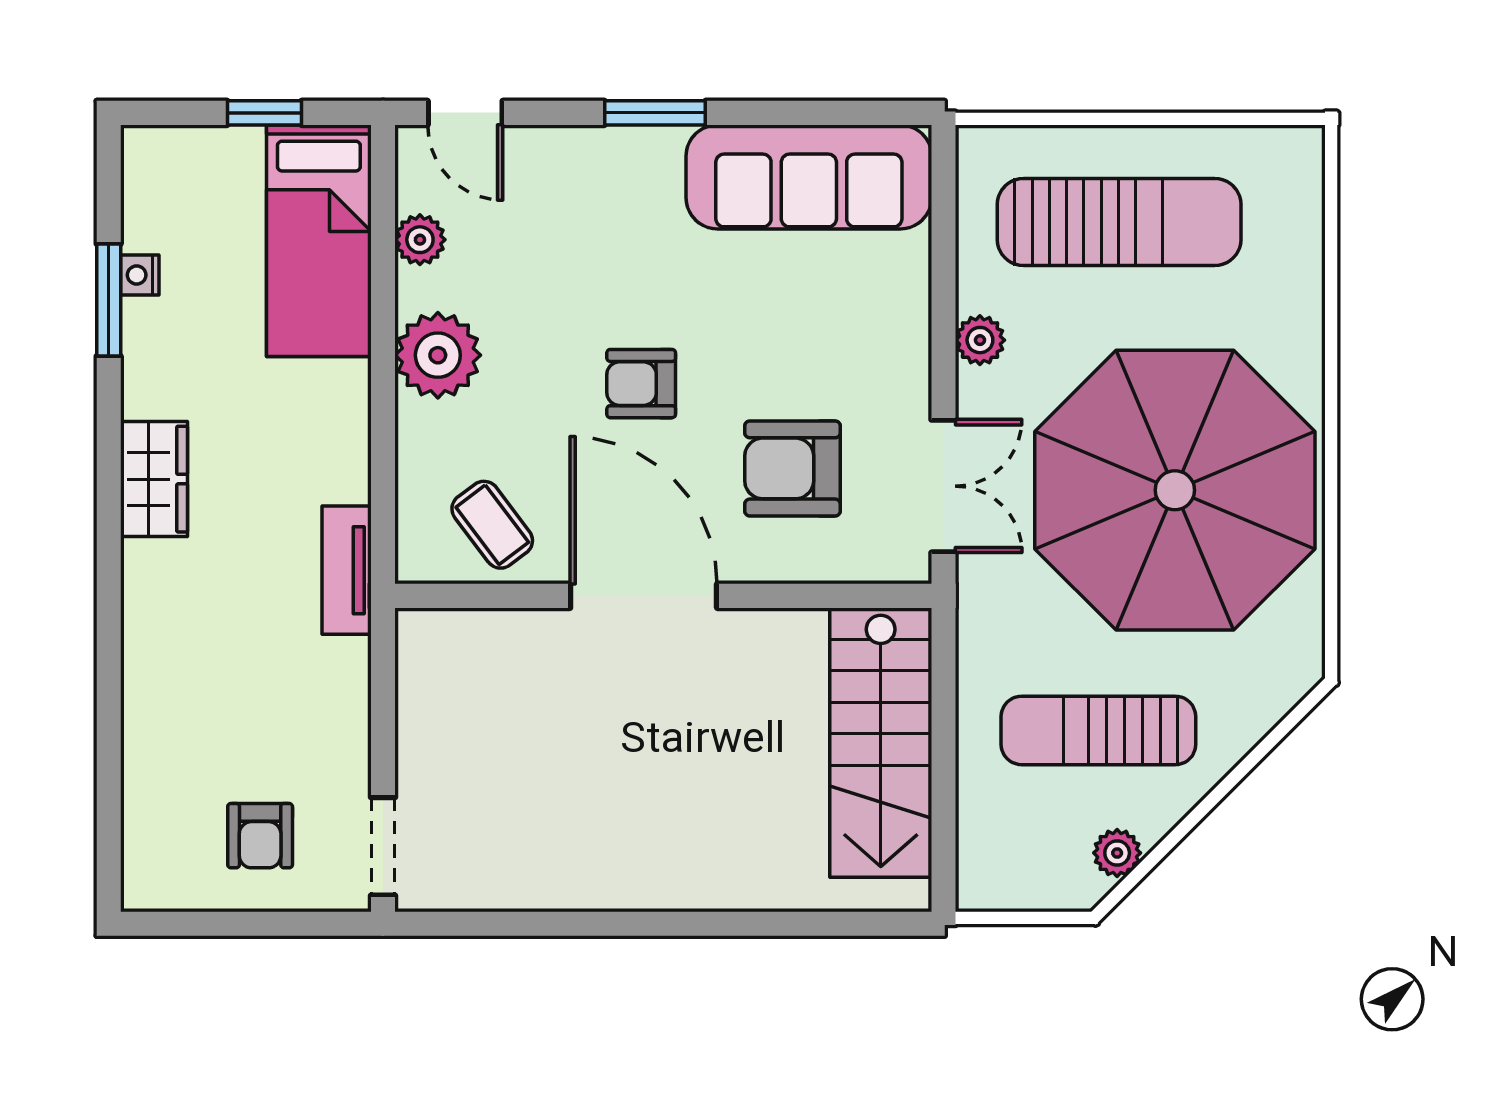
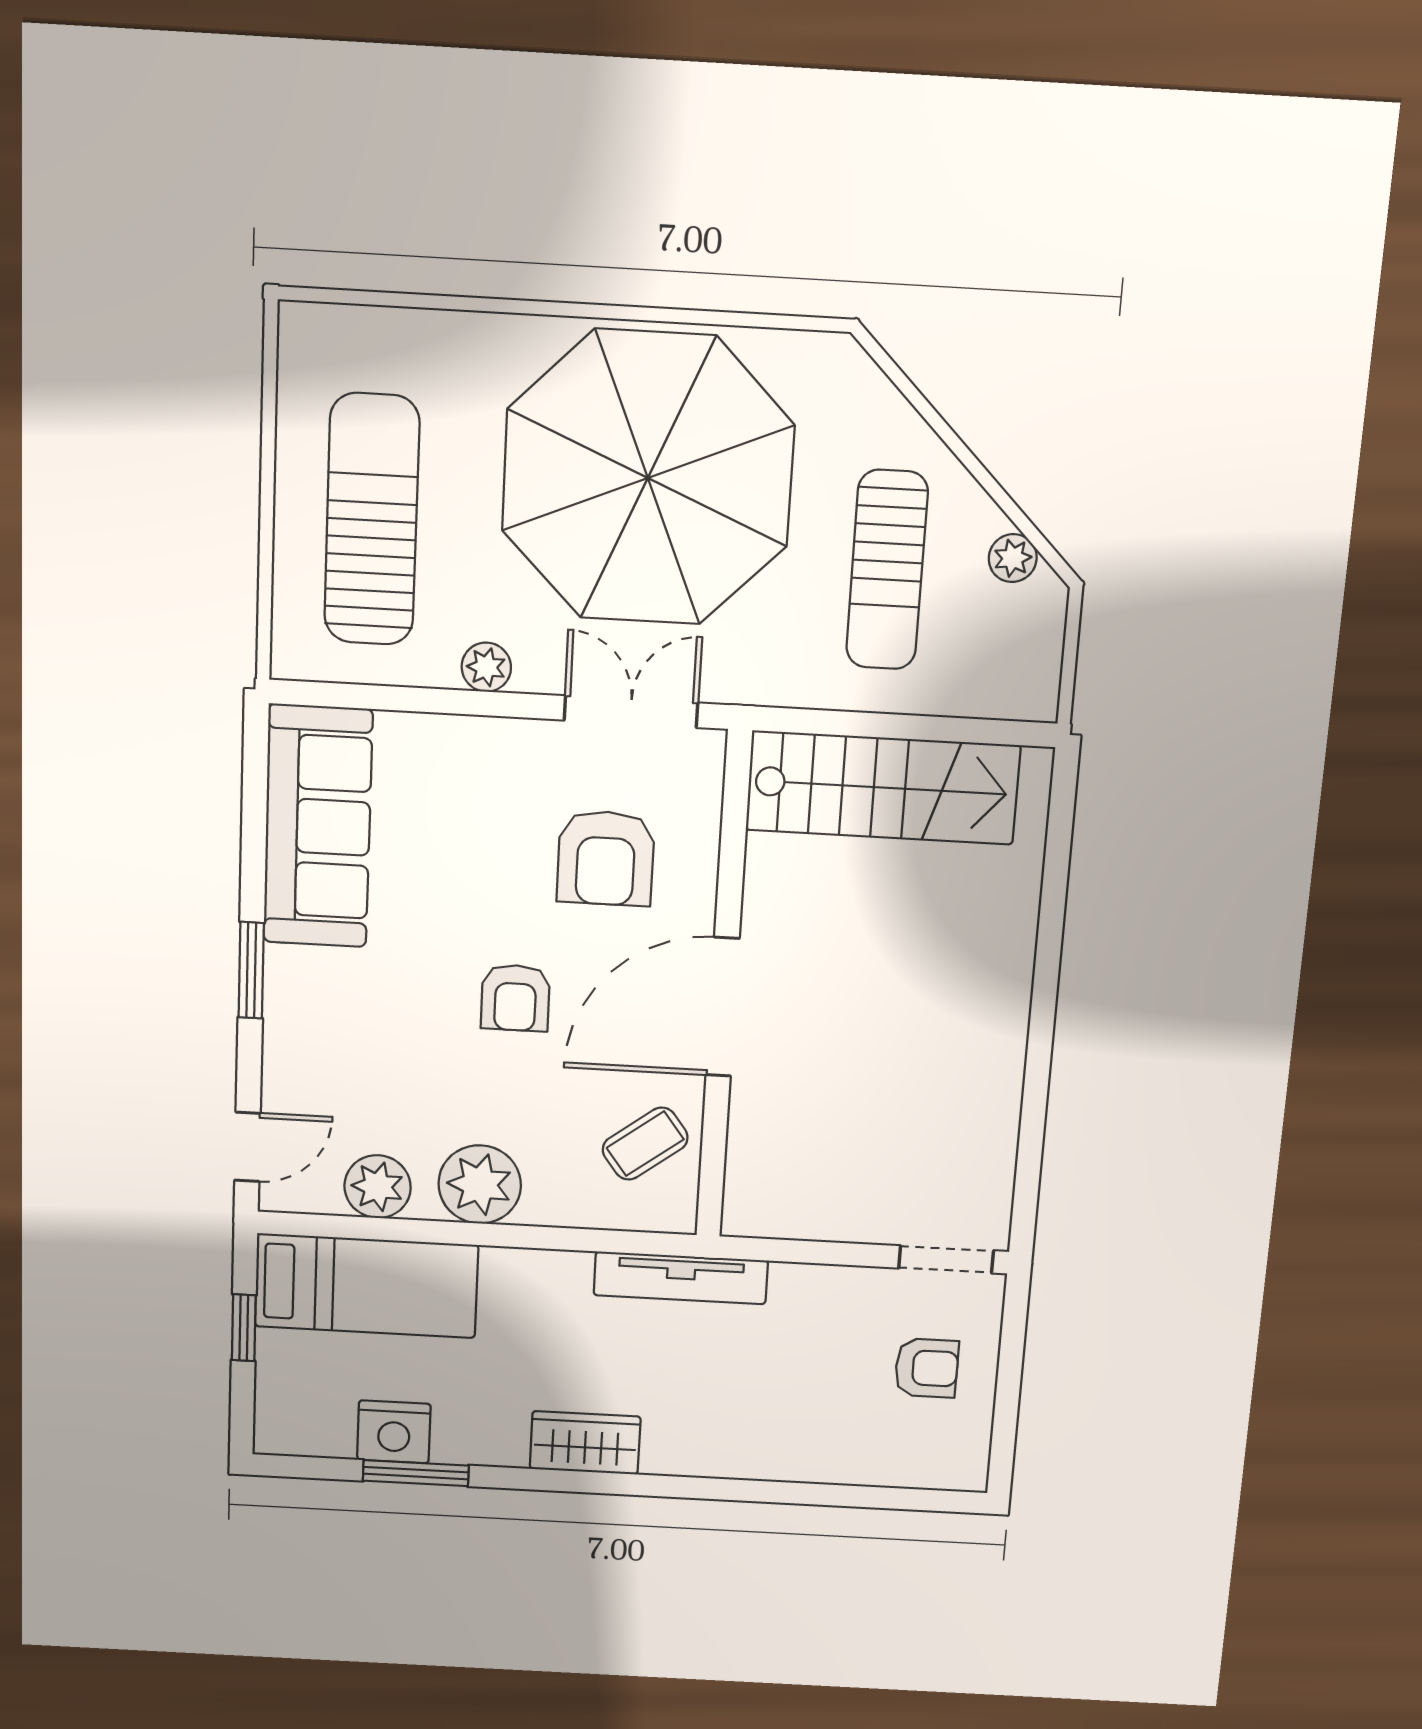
plant: (420, 240) -> (378, 1187), width x1.38, depth x1.38
nightstand: (140, 275) -> (394, 1432), width x1.89, depth x1.79
tv unit: (347, 570) -> (681, 1278), width x1.41

